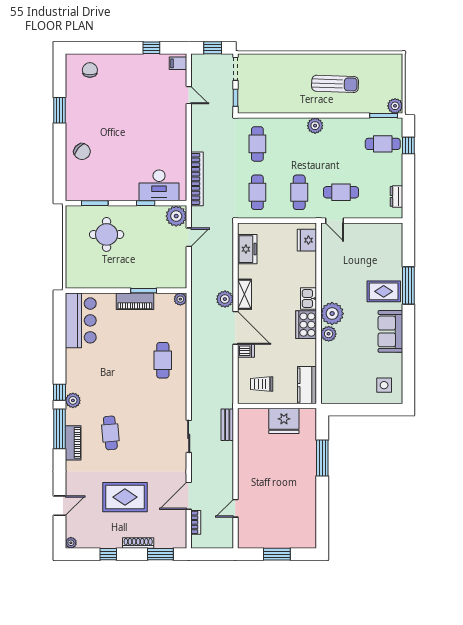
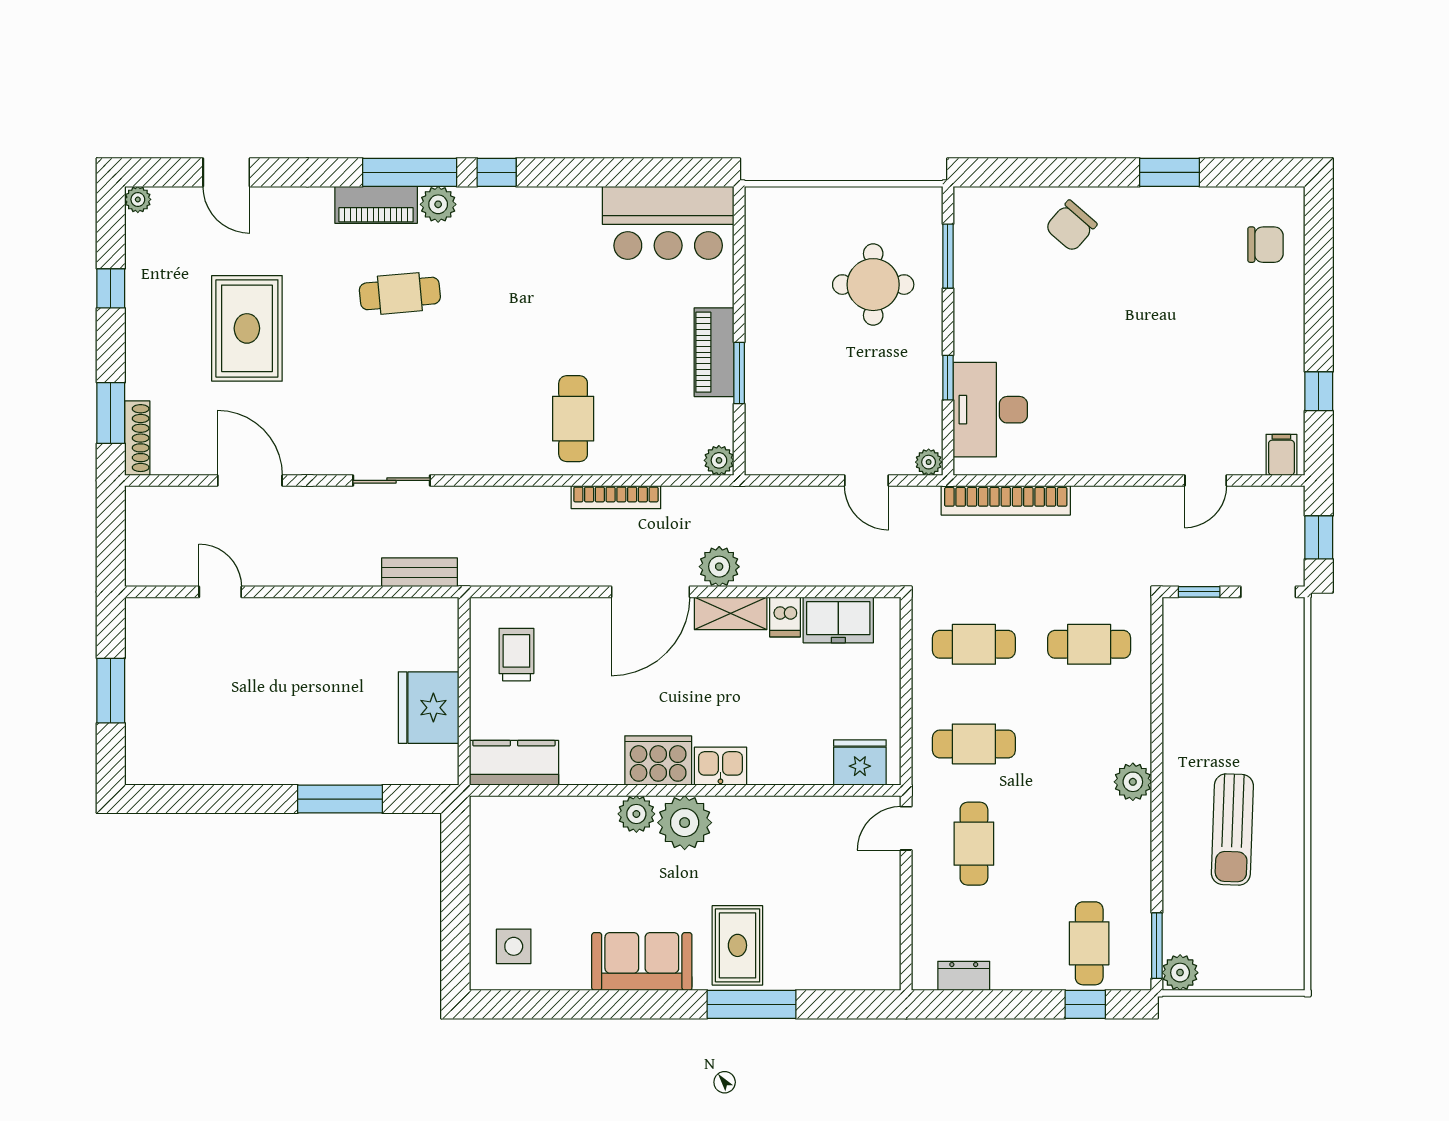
plant: (176, 216) -> (929, 462), width x0.53, depth x0.53
dishwasher: (246, 351) -> (785, 617), moved
cafe table: (163, 360) -> (573, 419), turned 90
plant: (73, 400) -> (438, 204), moved
bookcase: (196, 522) -> (616, 497), moved, width x1.56
shoe rack: (138, 543) -> (137, 438), moved

